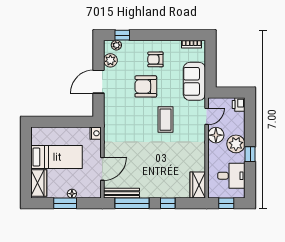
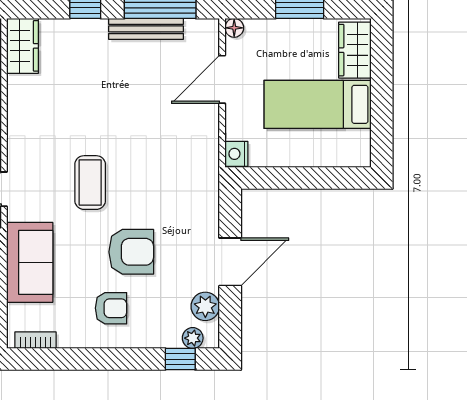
bench: (121, 193) -> (146, 29), moved
floor lamp: (72, 194) -> (234, 28), moved

